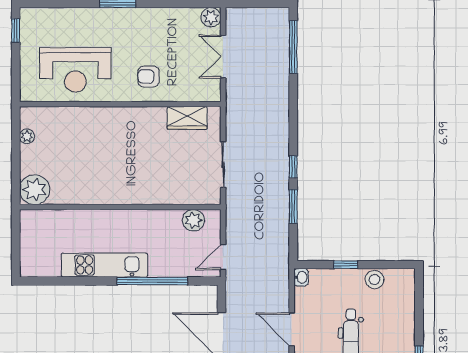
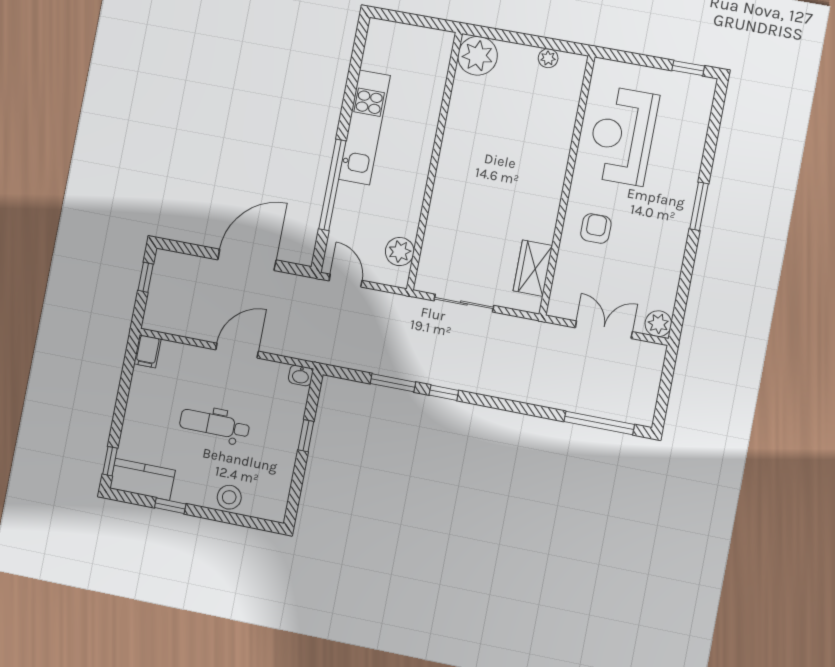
stool: (374, 280) -> (229, 497), moved

